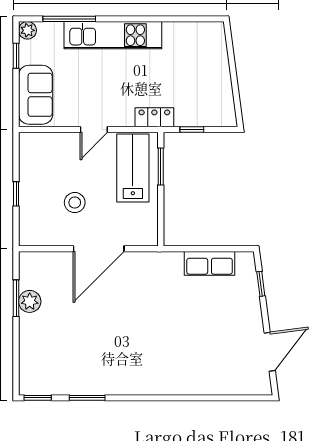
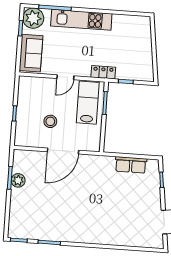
plant: (27, 30) -> (33, 18), width x1.87, depth x1.87

